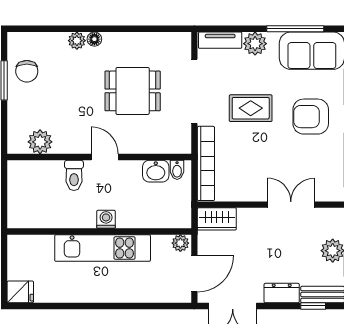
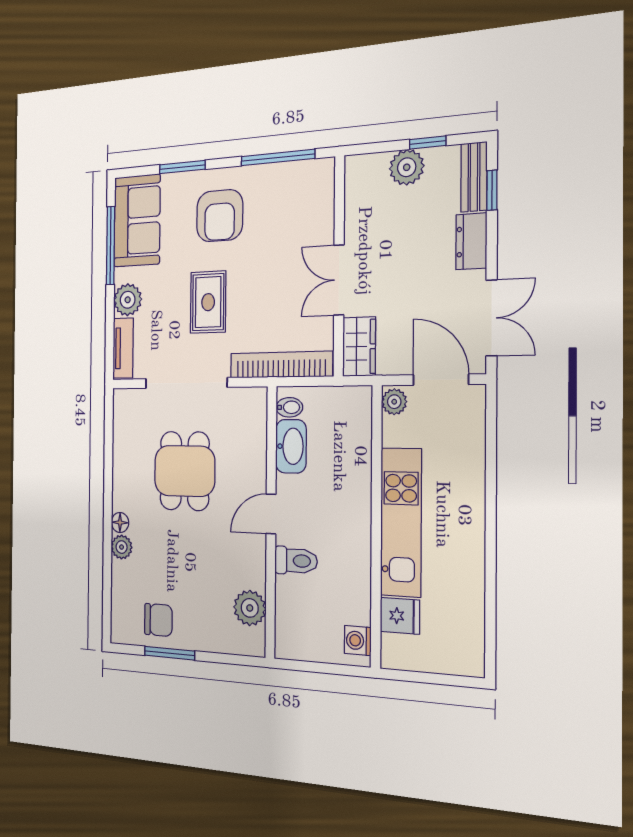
washbasin: (156, 171) -> (291, 446), width x1.38
double door: (291, 205) -> (339, 280), moved
washing machine: (106, 219) -> (358, 641), moved
fridge: (20, 292) -> (400, 616), moved, turned 90

